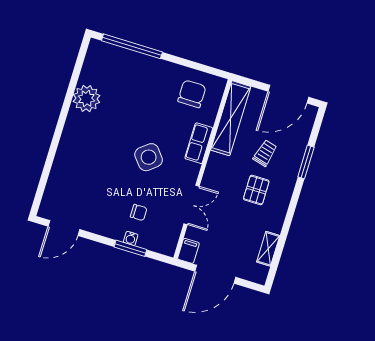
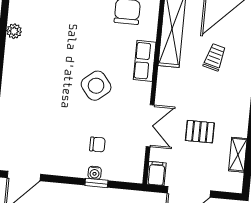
plant: (86, 99) -> (14, 31), width x0.53, depth x0.53
pallet: (256, 190) -> (200, 132), moved, turned 90
window: (130, 248) -> (96, 183), width x0.67

